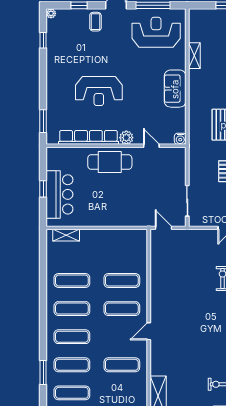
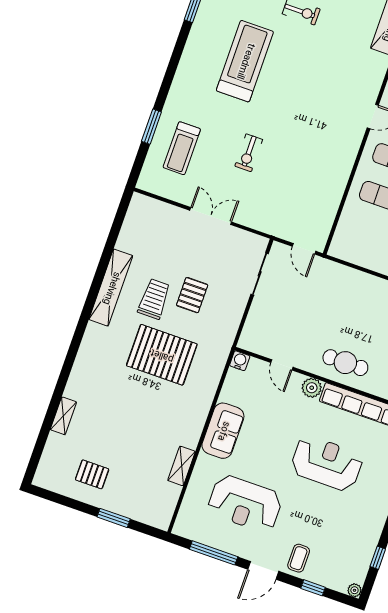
reception desk: (156, 32) -> (245, 504), moved
cafe table: (110, 162) -> (345, 363), width x0.73, depth x0.74

